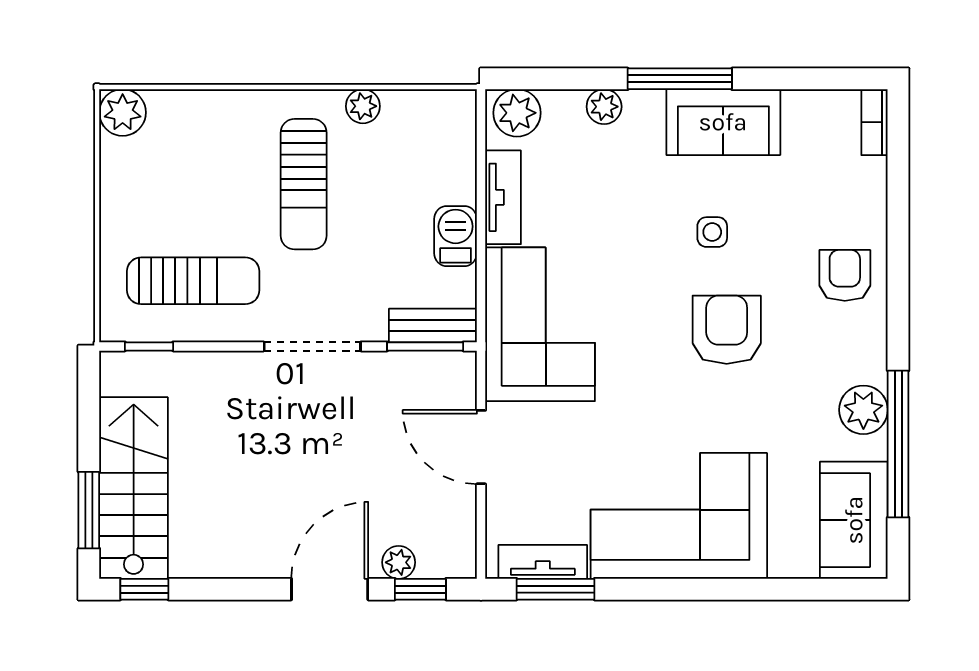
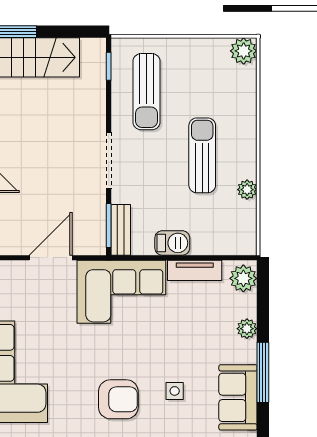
sun lounger: (304, 184) -> (202, 155), turned 90

